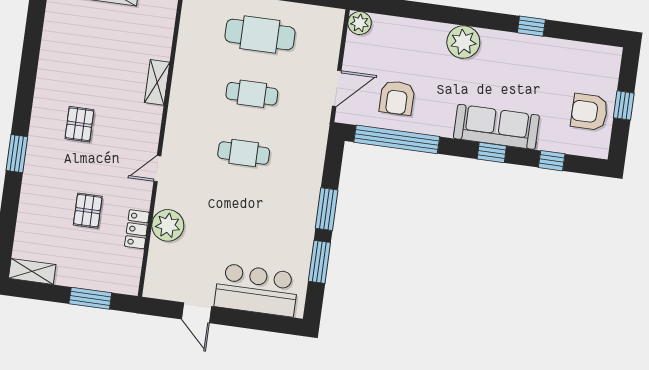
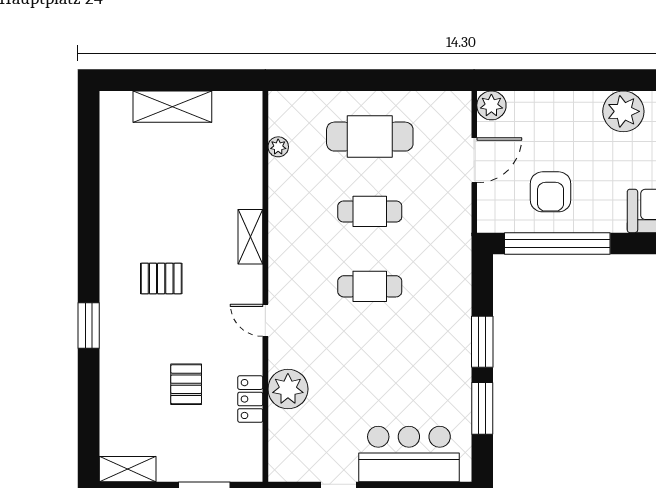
plant: (186, 33) -> (278, 147), added
shelving: (157, 82) -> (250, 237), moved
door: (337, 88) -> (474, 160), moved
pallet: (79, 124) -> (161, 278), turned 90
door: (157, 169) -> (265, 320), hinge flipped

